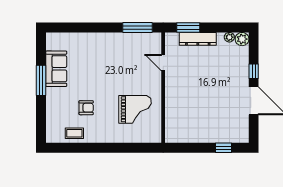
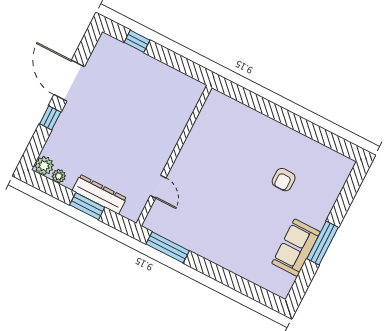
window: (188, 27) -> (87, 206), moved
armchair: (86, 108) -> (284, 180), turned -90
grand piano: (135, 109) -> (223, 146), removed
coffee table: (74, 133) -> (315, 155), removed

